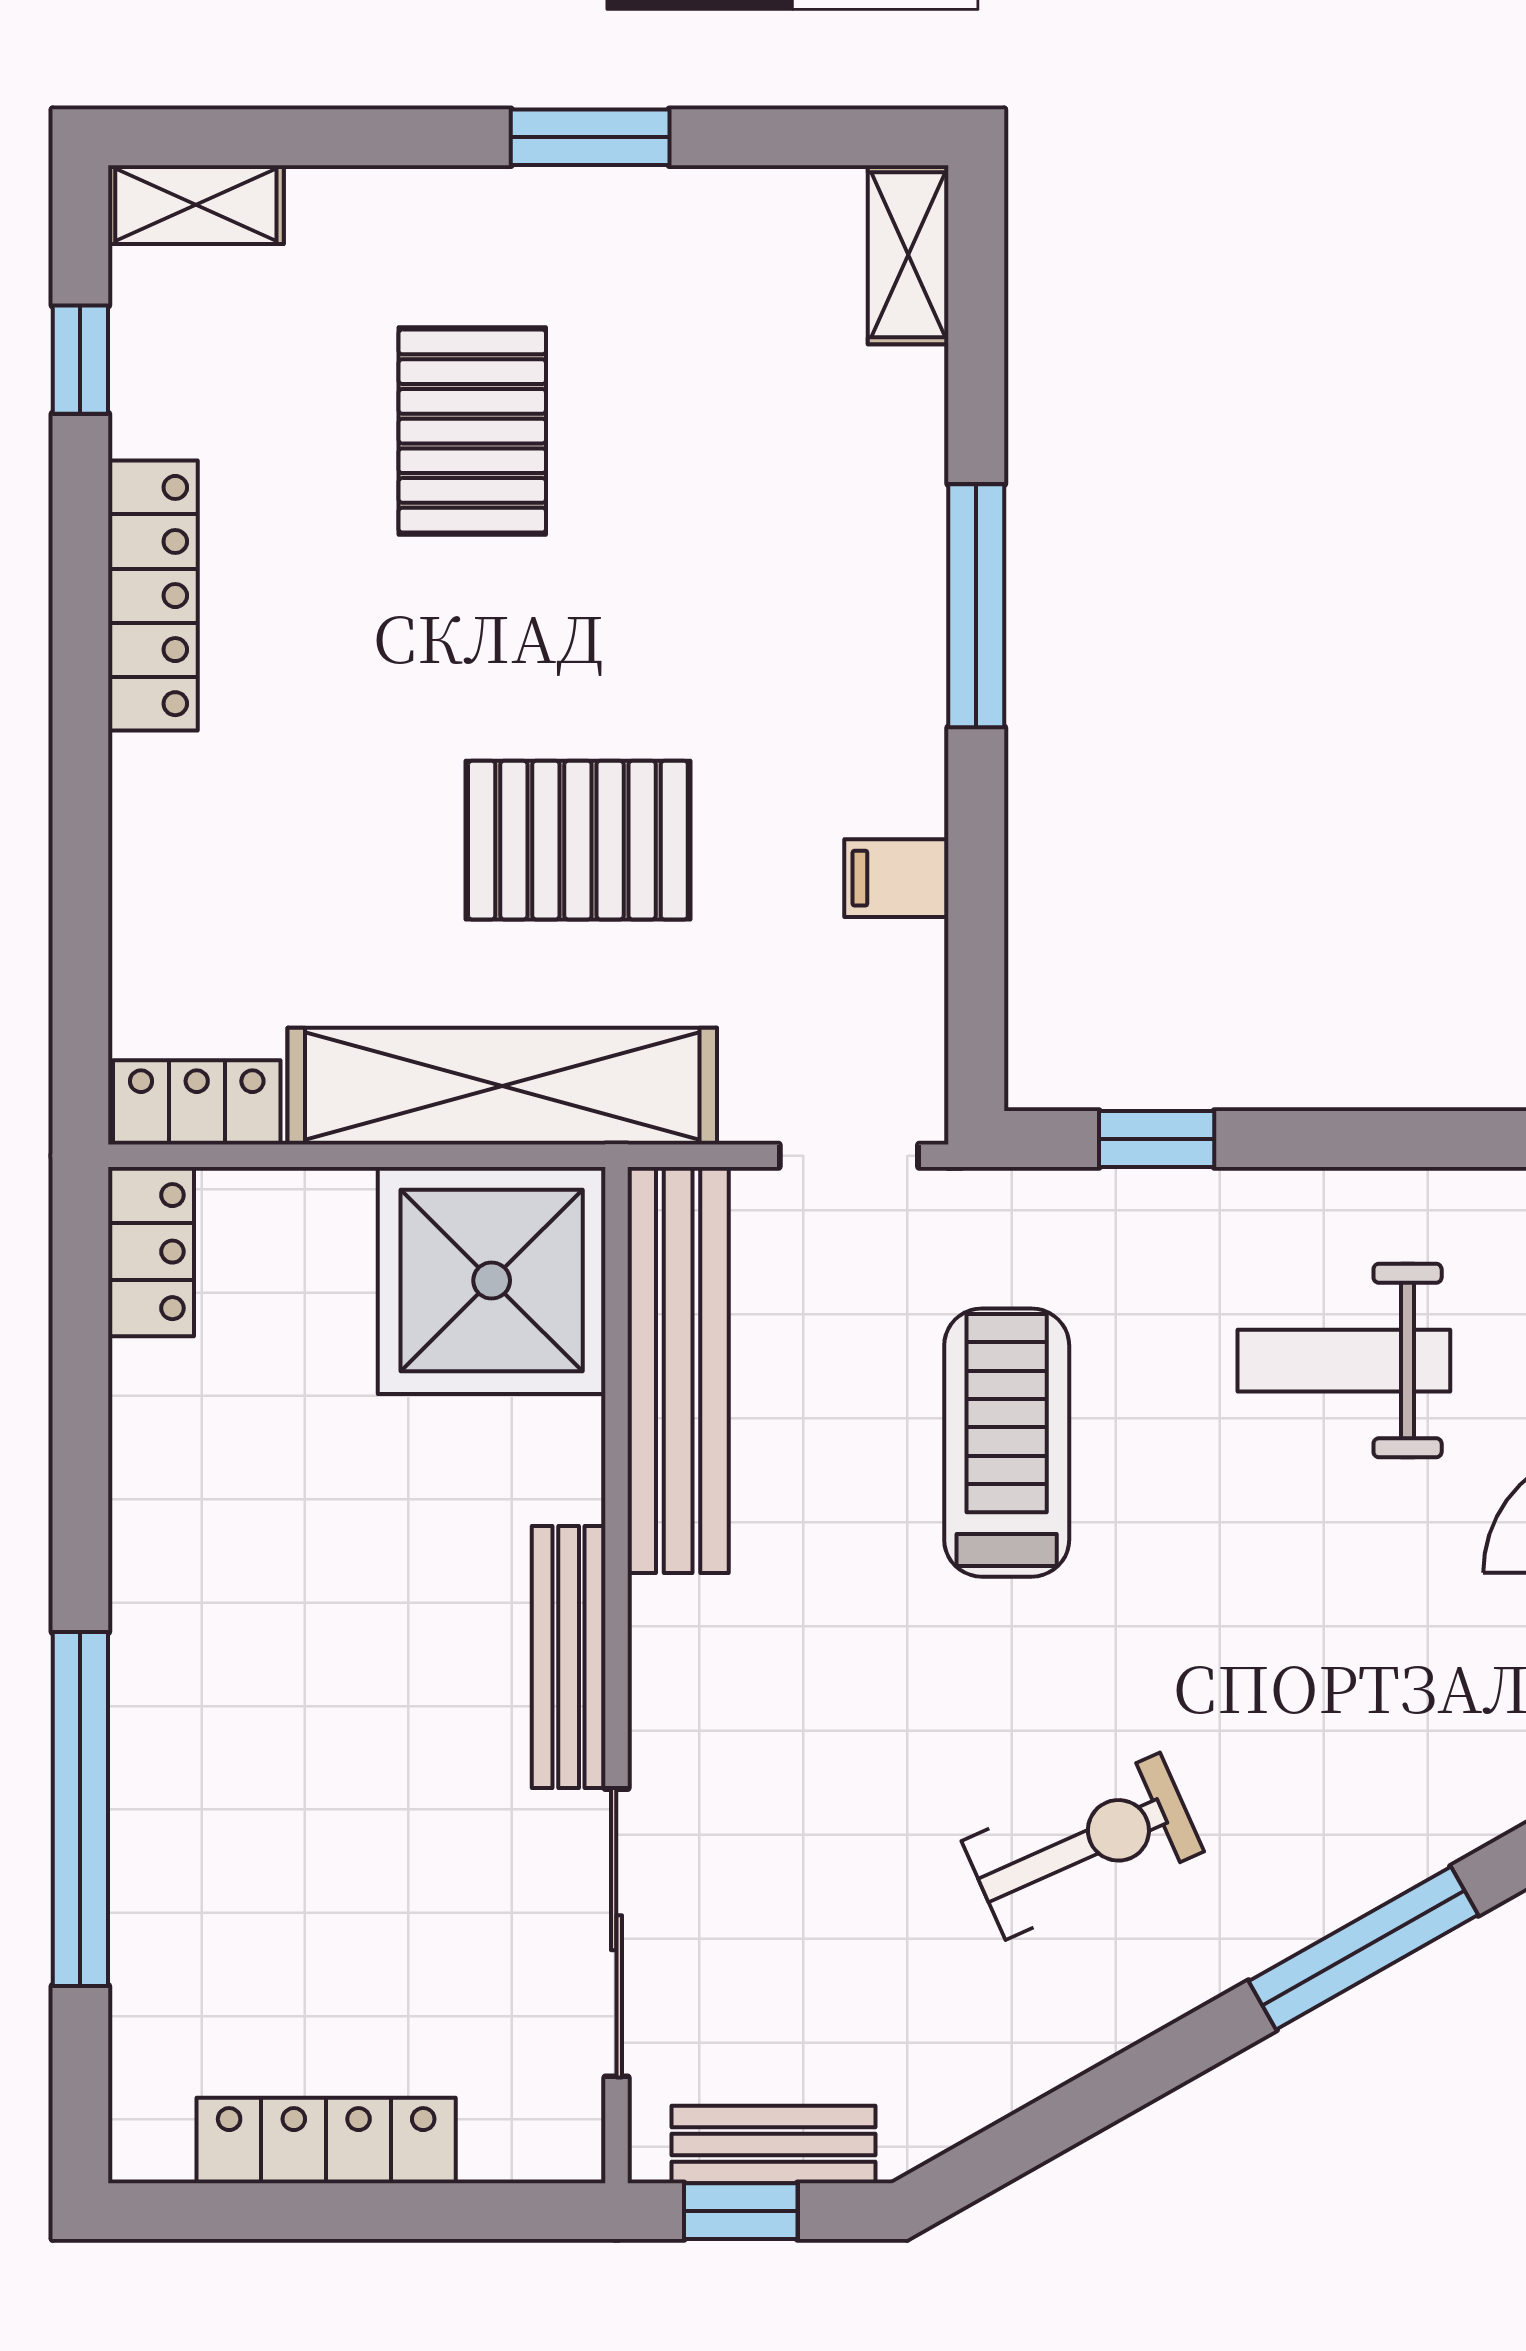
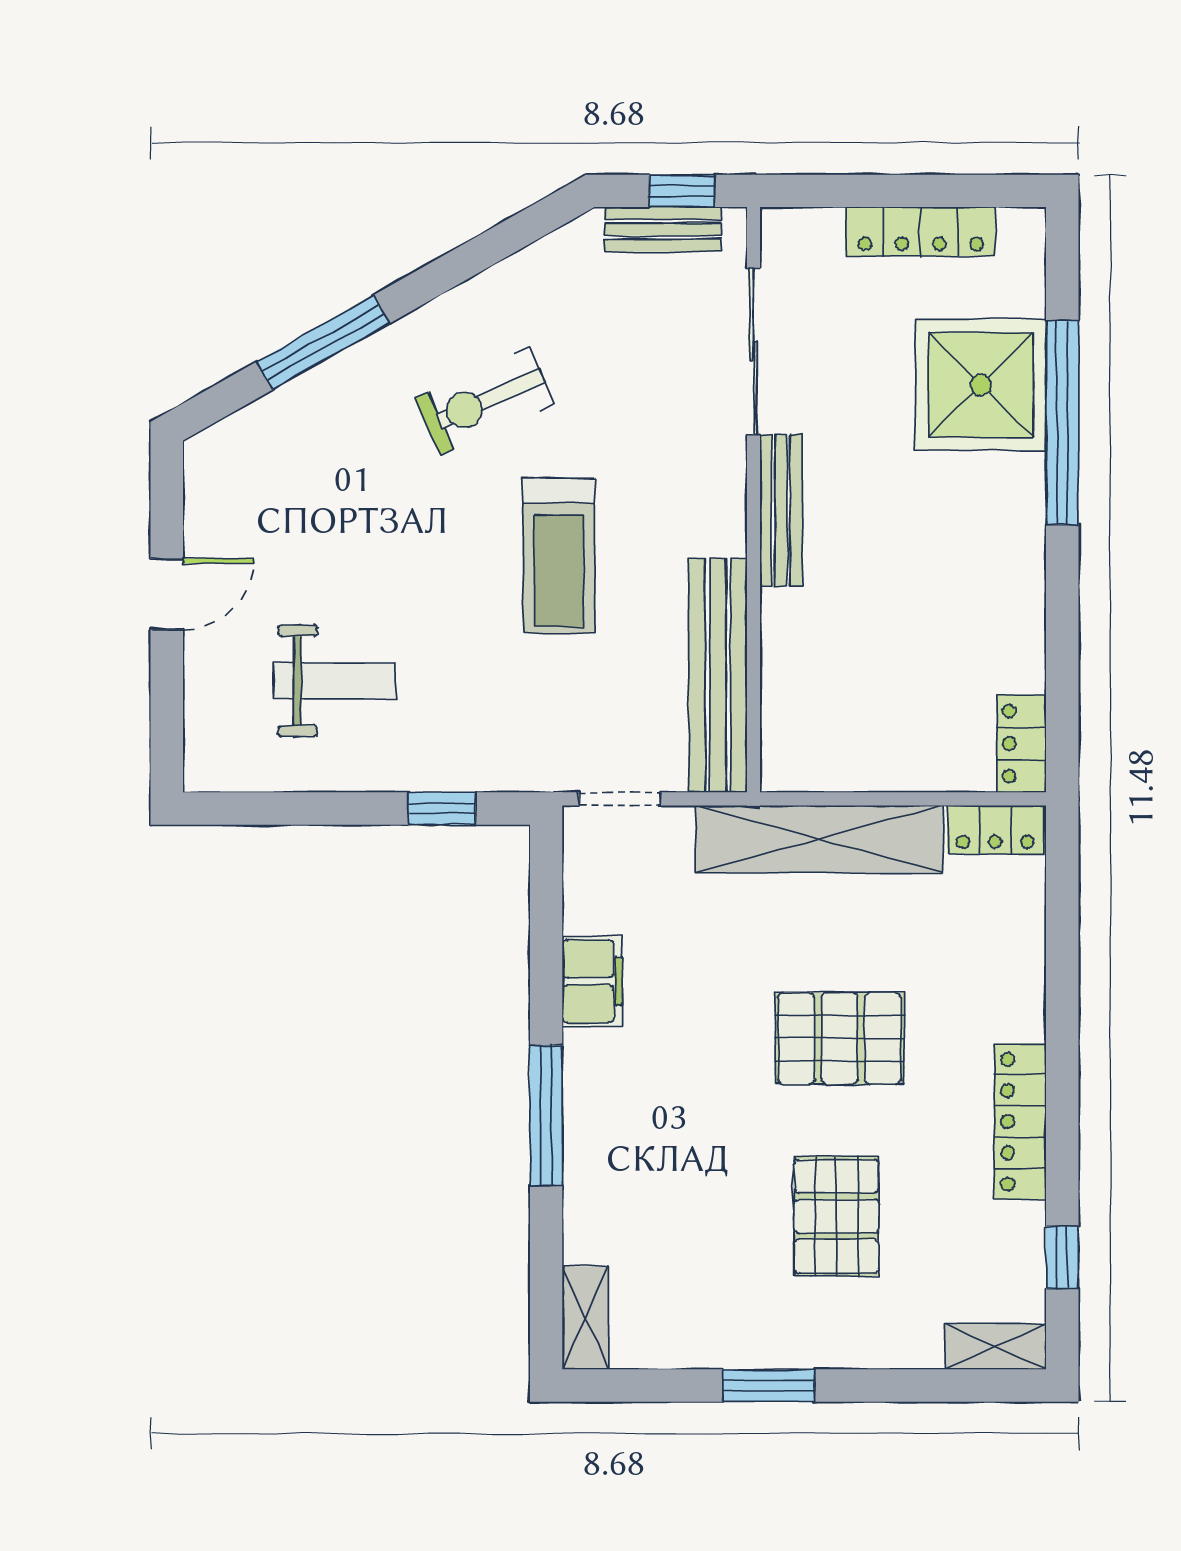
pallet: (578, 840) -> (840, 1038), moved
filing cabinet: (896, 878) -> (592, 981), width x2.00
shower: (492, 1281) -> (981, 385), moved
treadmill: (1007, 1443) -> (559, 556), moved

